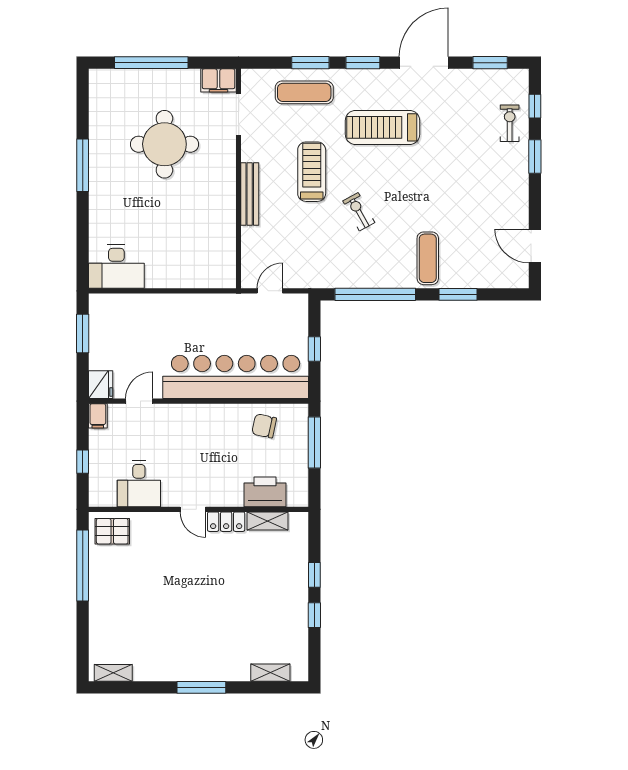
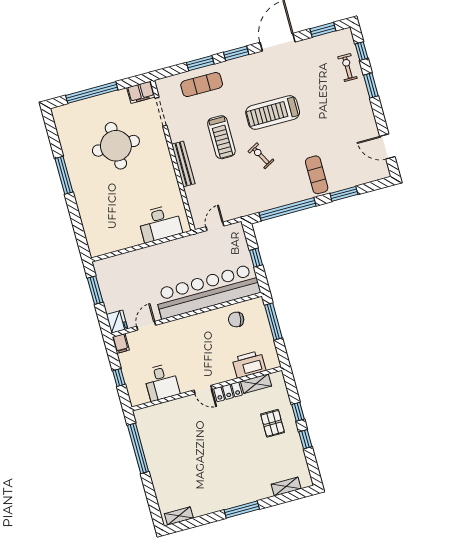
treadmill: (382, 127) -> (273, 113), moved
treadmill: (312, 172) -> (221, 137), turned 180
desk: (116, 267) -> (160, 223), moved
pallet: (112, 531) -> (273, 423), moved, turned 90

